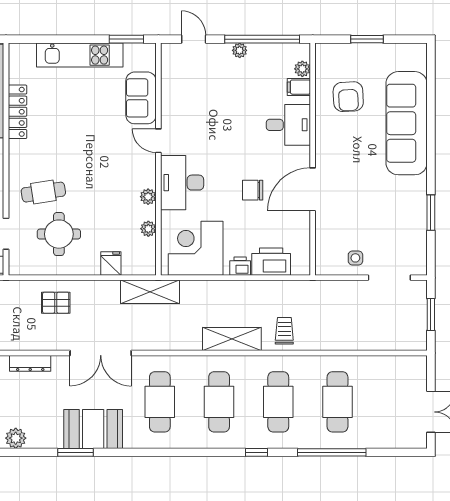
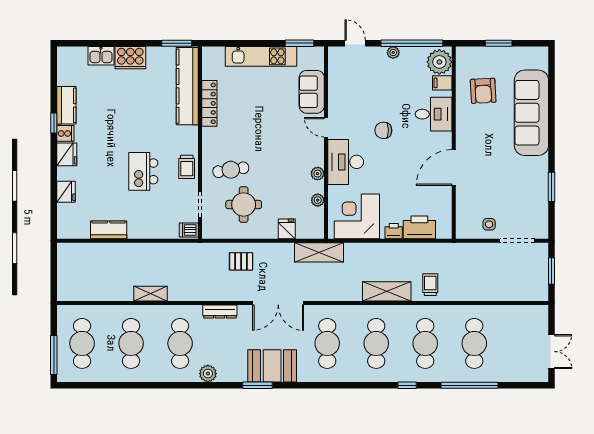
plant: (302, 69) -> (439, 62), width x1.88, depth x1.88
chair: (253, 190) -> (383, 130), moved

